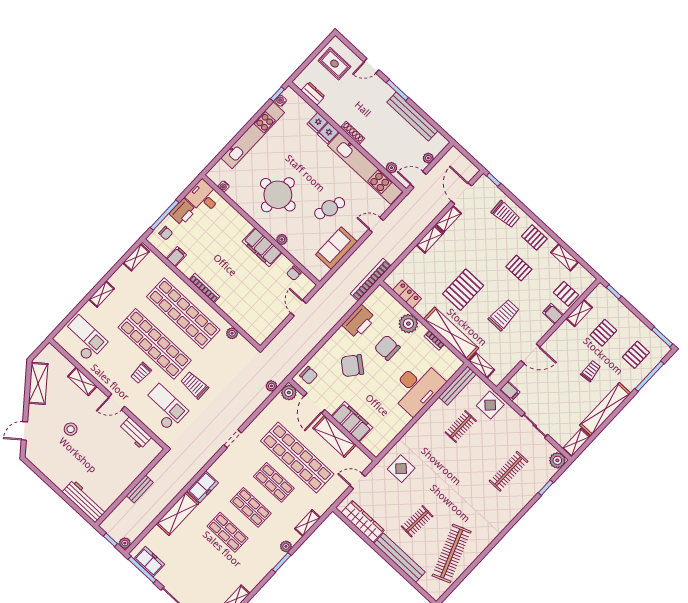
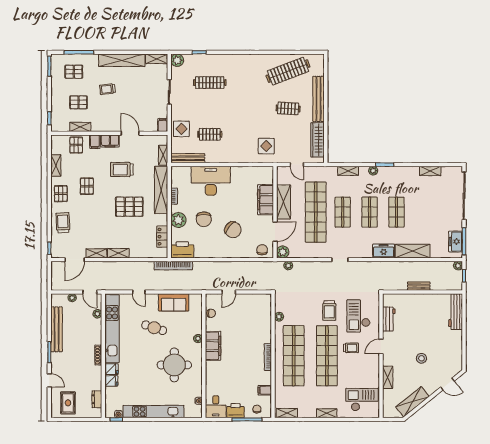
printer: (359, 321) -> (182, 250), moved
filing cabinet: (541, 328) -> (110, 141), added
checkout: (84, 339) -> (362, 400), turned 90
door: (117, 402) -> (381, 346), swing flipped

